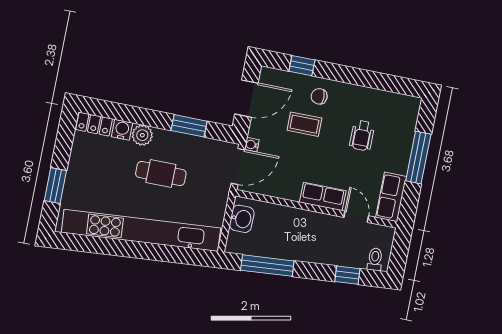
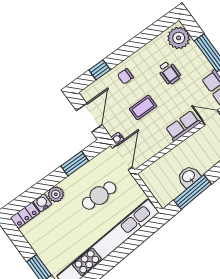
plant: (404, 113) -> (179, 38), added
coffee table: (304, 124) -> (143, 107), moved
cafe table: (161, 173) -> (99, 196), moved
washbasin: (242, 219) -> (189, 177), moved, turned -94

